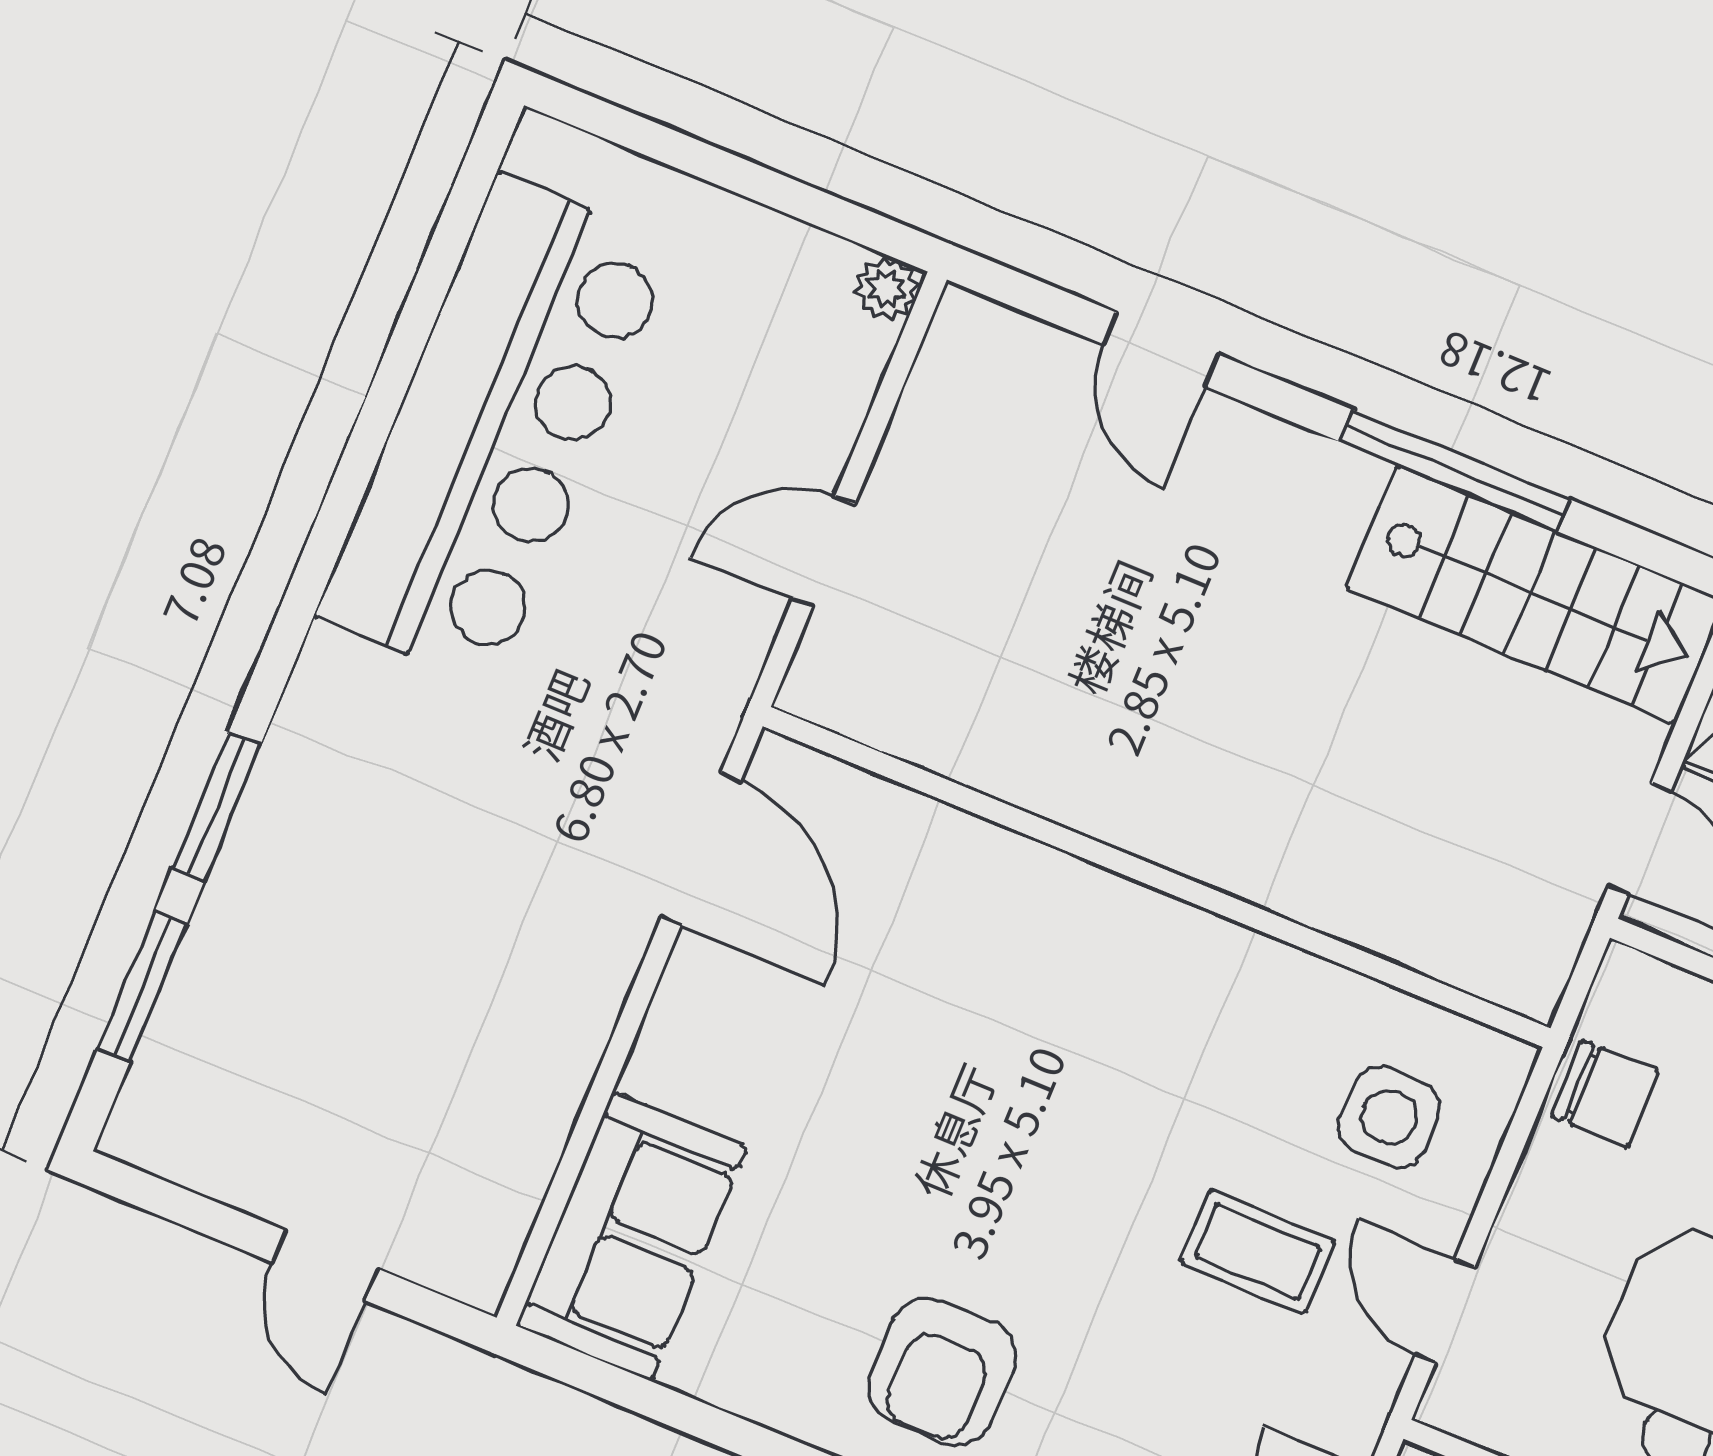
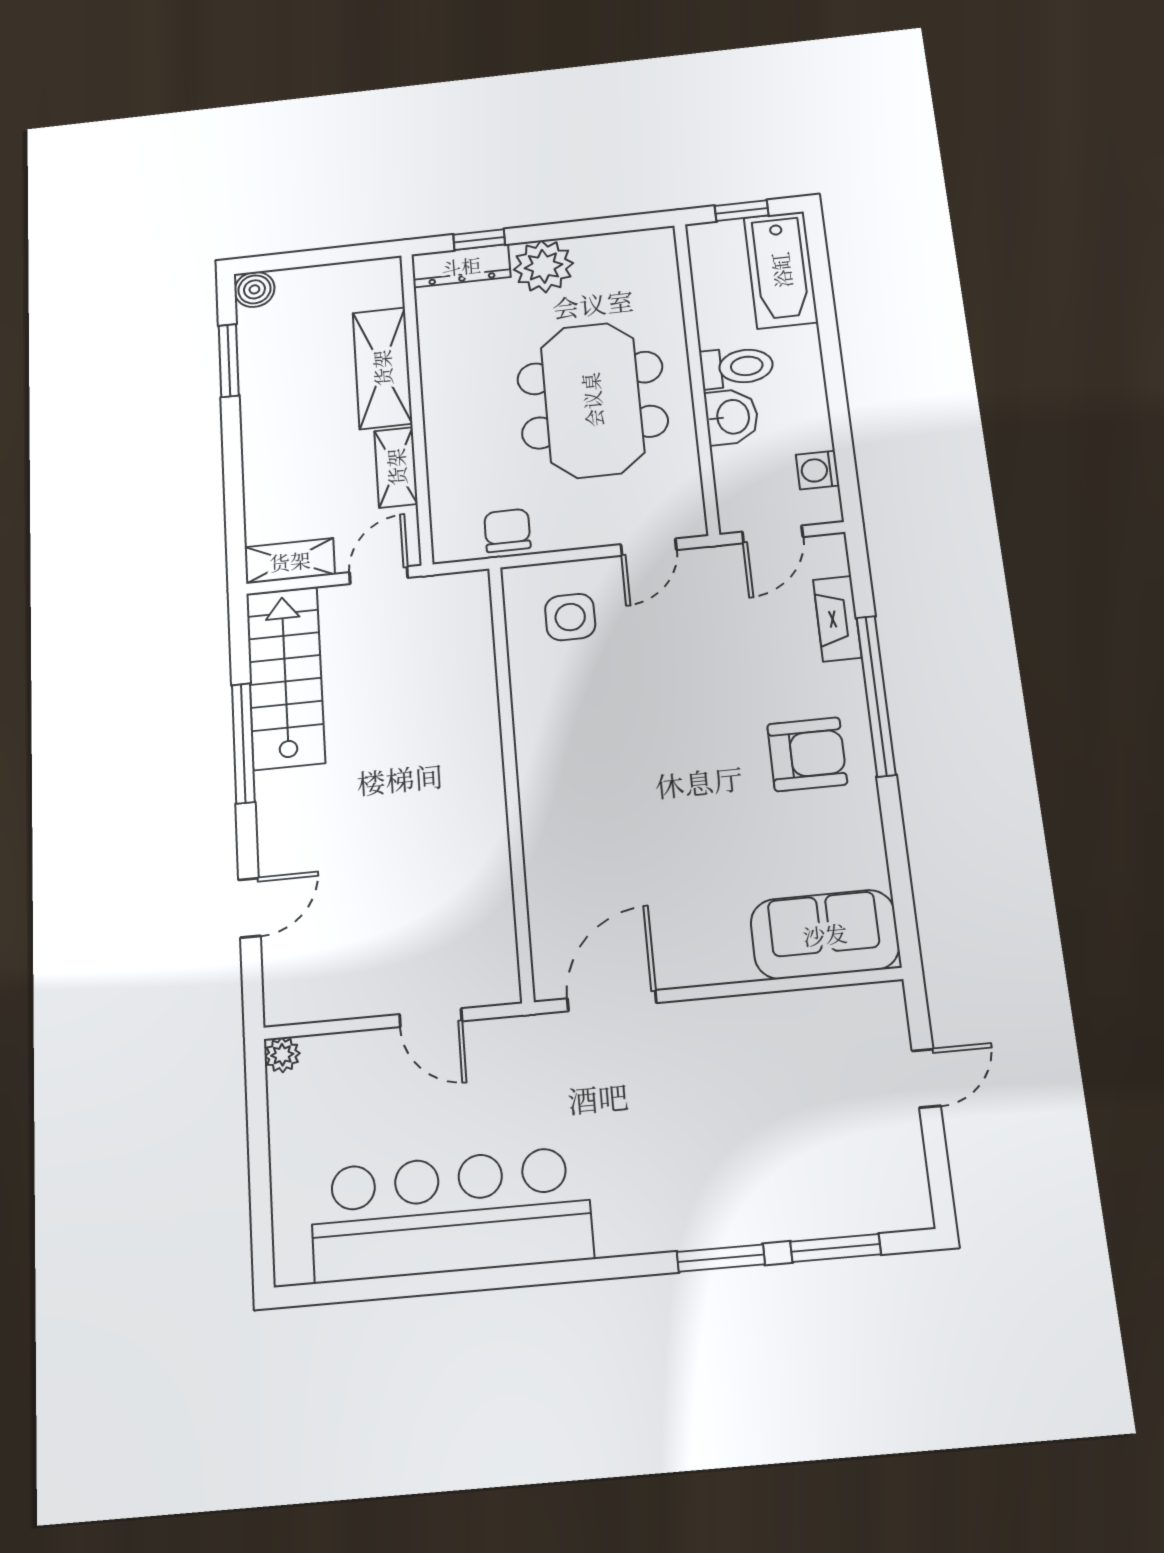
coffee table: (1258, 1251) -> (667, 642), removed

